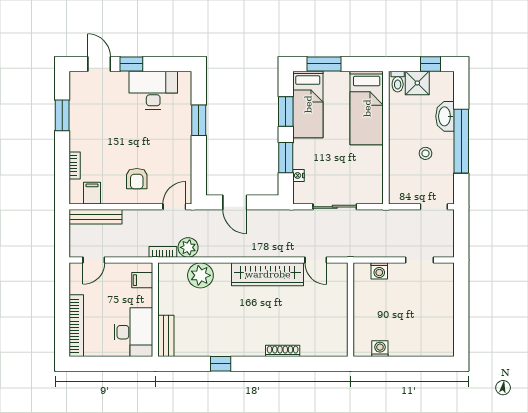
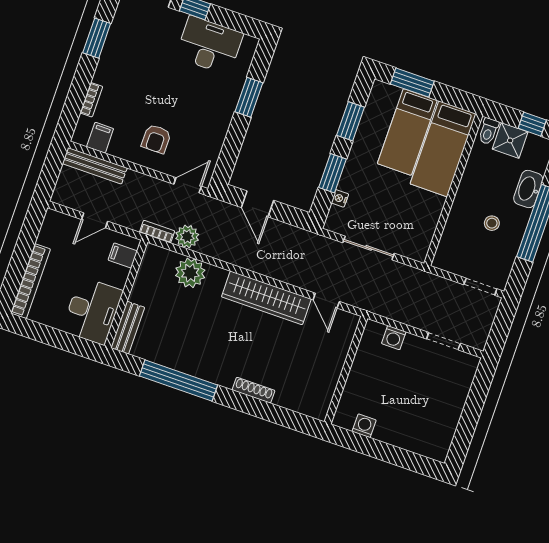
bed: (308, 104) -> (407, 132), moved
door: (94, 260) -> (95, 220), moved
window: (221, 364) -> (179, 381), width x3.17

